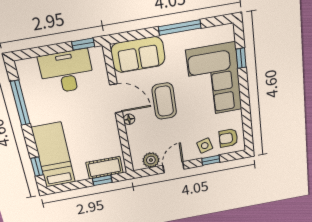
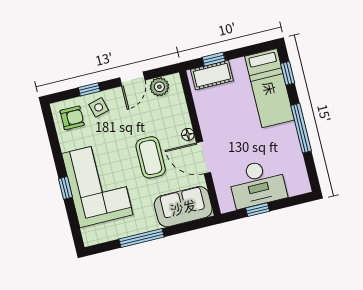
window: (83, 44) -> (258, 210), moved
window: (241, 58) -> (65, 188), moved
window: (20, 103) -> (301, 128), moved

